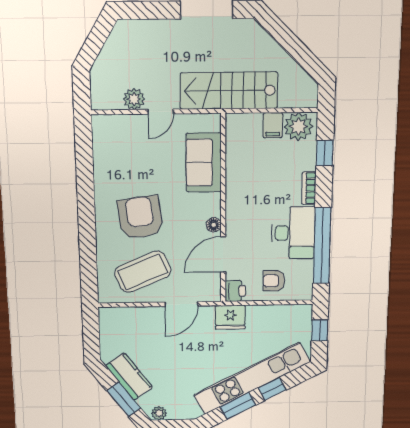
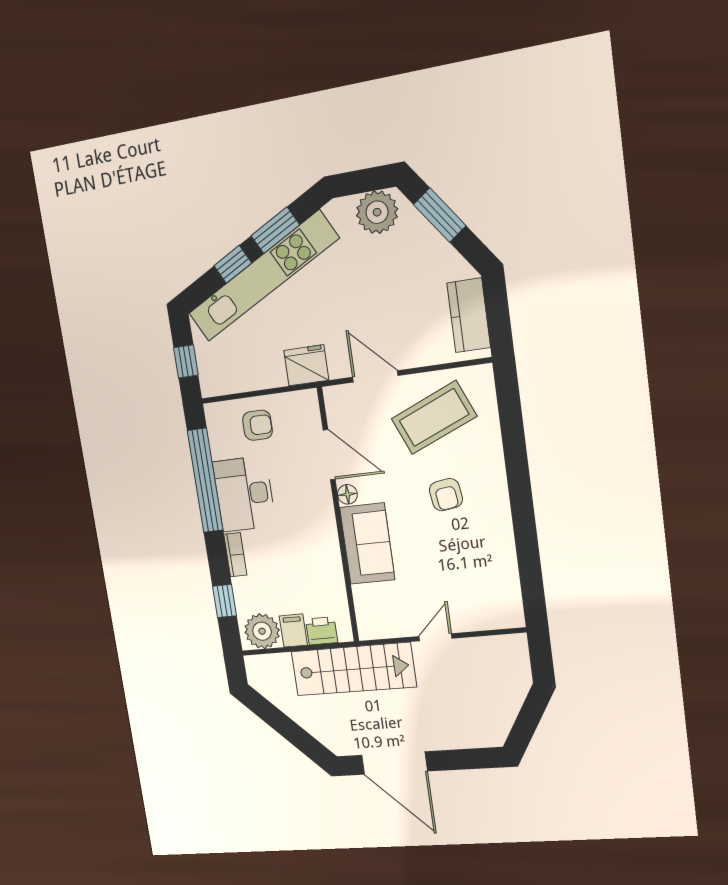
plant: (134, 99) -> (471, 651), removed
sofa: (204, 163) -> (367, 544), moved
armchair: (140, 217) -> (446, 495), width x0.53, depth x0.53
door: (223, 254) -> (329, 455), hinge flipped
printer: (235, 291) -> (322, 631), moved, turned 90
door: (181, 304) -> (375, 376), hinge flipped
kitchen counter: (129, 376) -> (469, 315), moved, turned 36
plant: (159, 413) -> (377, 212), width x1.88, depth x1.88

